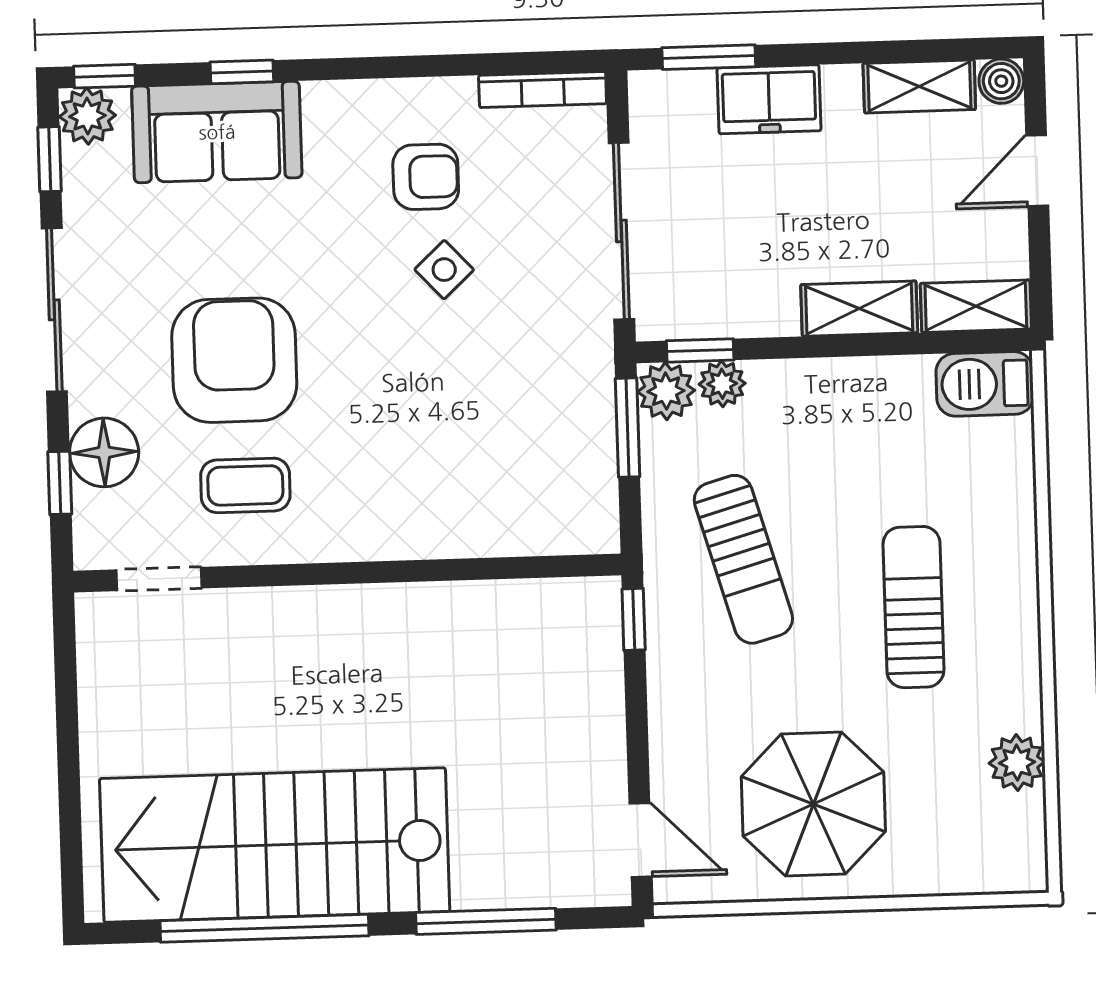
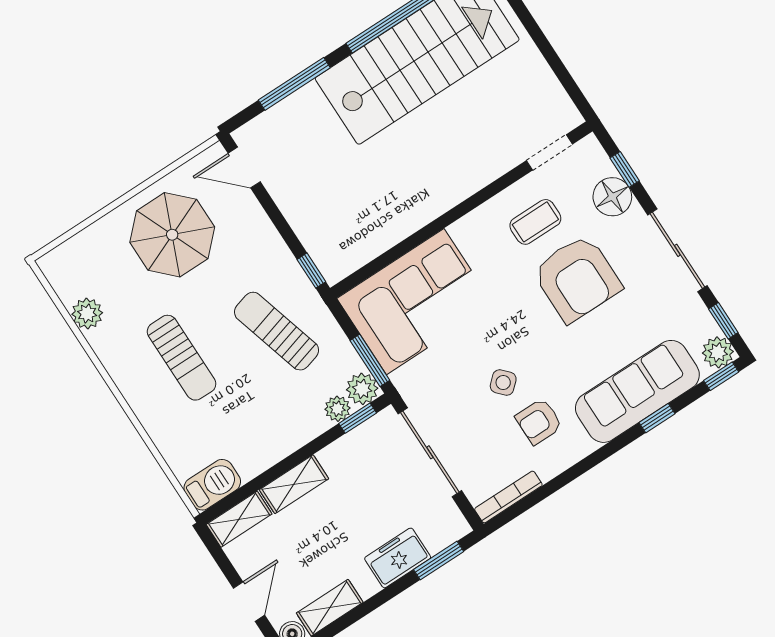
sofa: (217, 132) -> (637, 391), width x1.36
corner sofa: (503, 475) -> (415, 302), added

